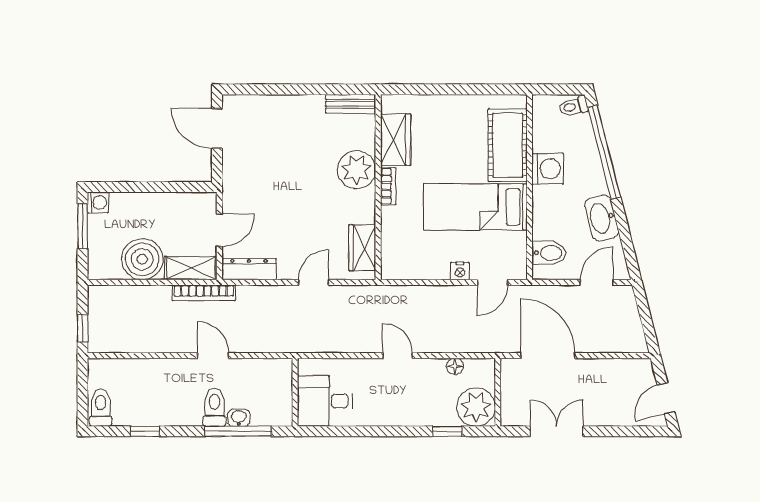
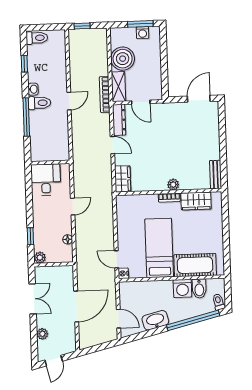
plant: (357, 170) -> (173, 185), width x0.53, depth x0.53
washing machine: (98, 202) -> (143, 33), moved
wardrobe: (362, 248) -> (123, 179), moved, turned 90
bidet: (549, 253) -> (199, 289), moved
nightstand: (460, 271) -> (123, 273), moved
door: (314, 282) -> (112, 145), moved
door: (548, 356) -> (76, 306), moved
wall: (295, 392) -> (50, 163), moved
door: (666, 398) -> (54, 361), swing flipped
desk: (325, 401) -> (46, 180), moved
plant: (476, 407) -> (40, 258), width x0.53, depth x0.53
plant: (618, 416) -> (42, 334), added
washbasin: (239, 418) -> (33, 89), moved

